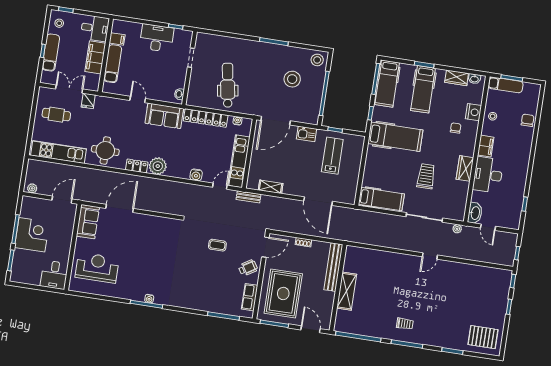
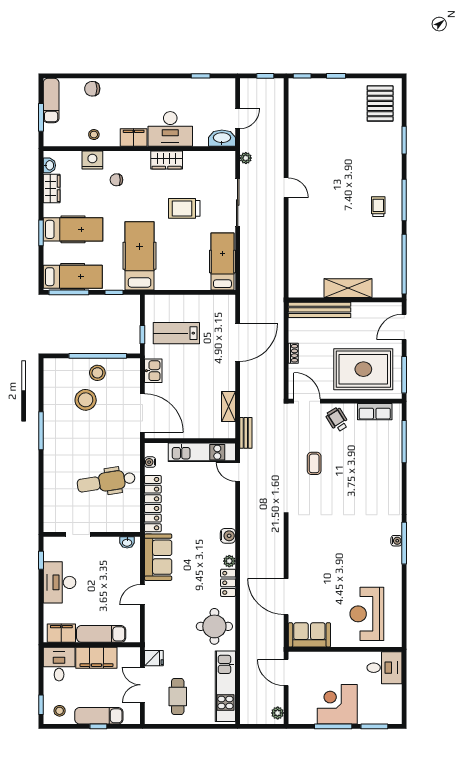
filing cabinet: (117, 39) -> (61, 633), width x2.00
stool: (317, 60) -> (97, 373), moved
exam couch: (506, 85) -> (51, 100), moved
plant: (158, 166) -> (229, 561), width x0.53, depth x0.53
water cooler: (196, 175) -> (228, 536), moved

